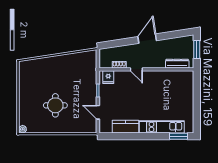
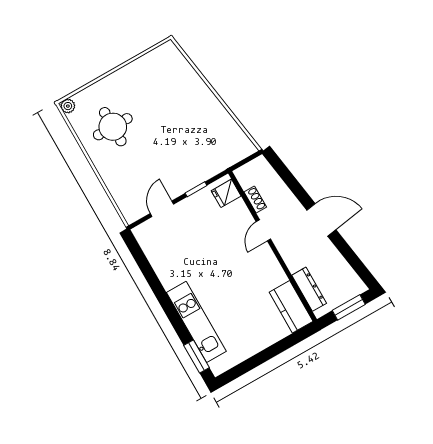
round table: (55, 105) -> (113, 127), moved
kitchen counter: (125, 127) -> (291, 307), moved, turned 180

